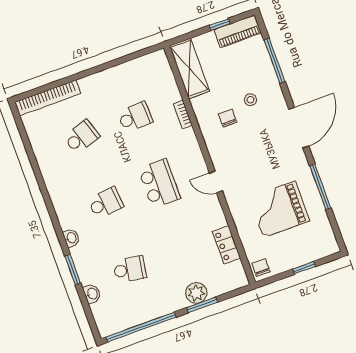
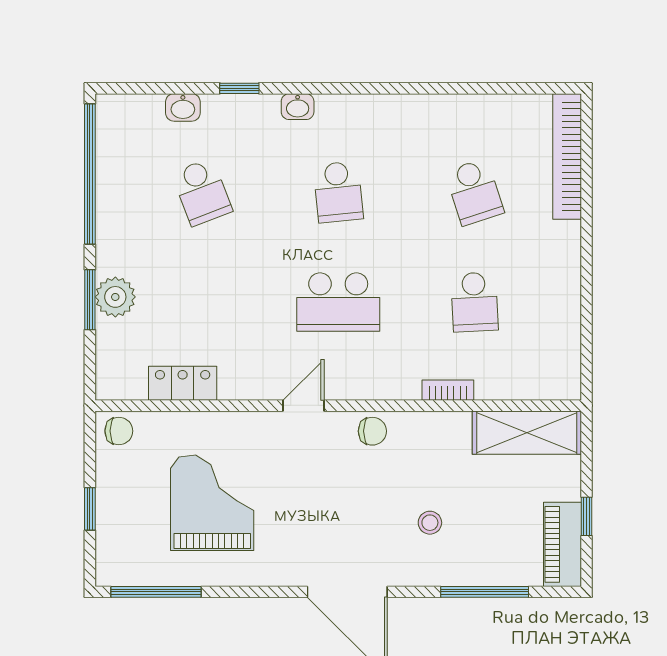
chair: (228, 118) -> (372, 431), moved
window: (320, 187) -> (156, 592), moved
school desk: (130, 269) -> (202, 192), turned -30
window: (73, 270) -> (239, 88), width x0.67

